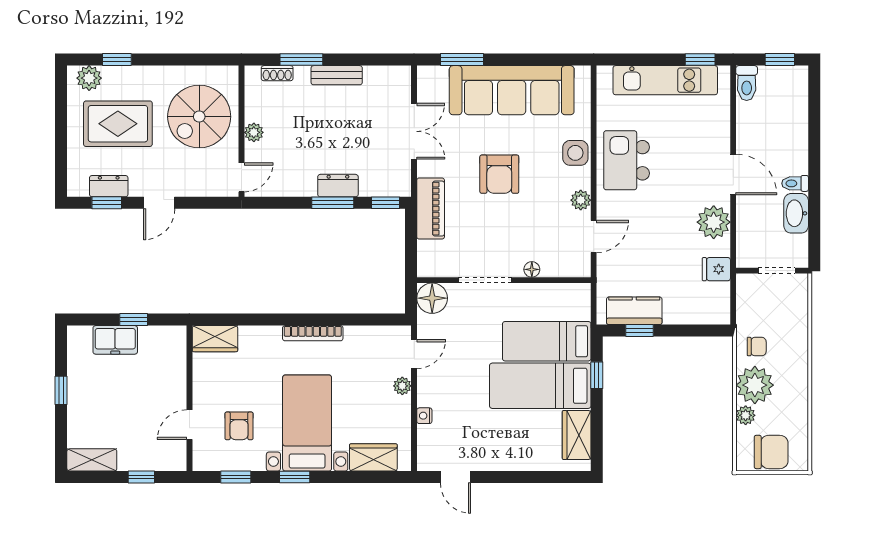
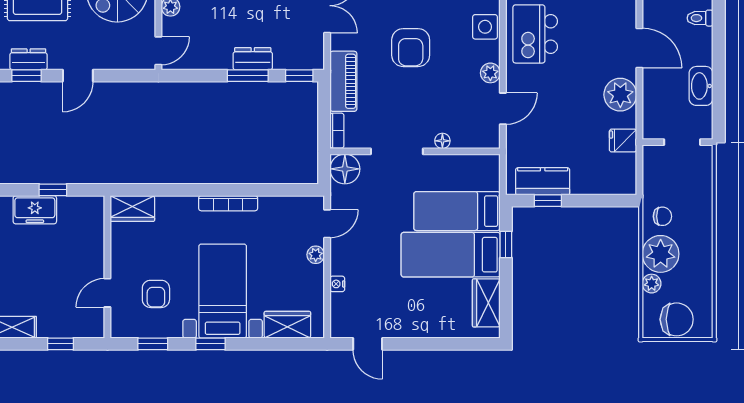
toilet: (795, 183) -> (700, 18), moved
bookcase: (424, 259) -> (337, 131), added

